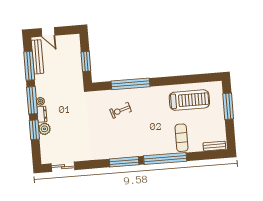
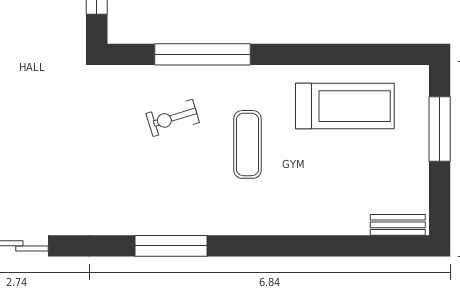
exercise mat: (181, 138) -> (248, 144), moved
window: (165, 159) -> (273, 246), removed

